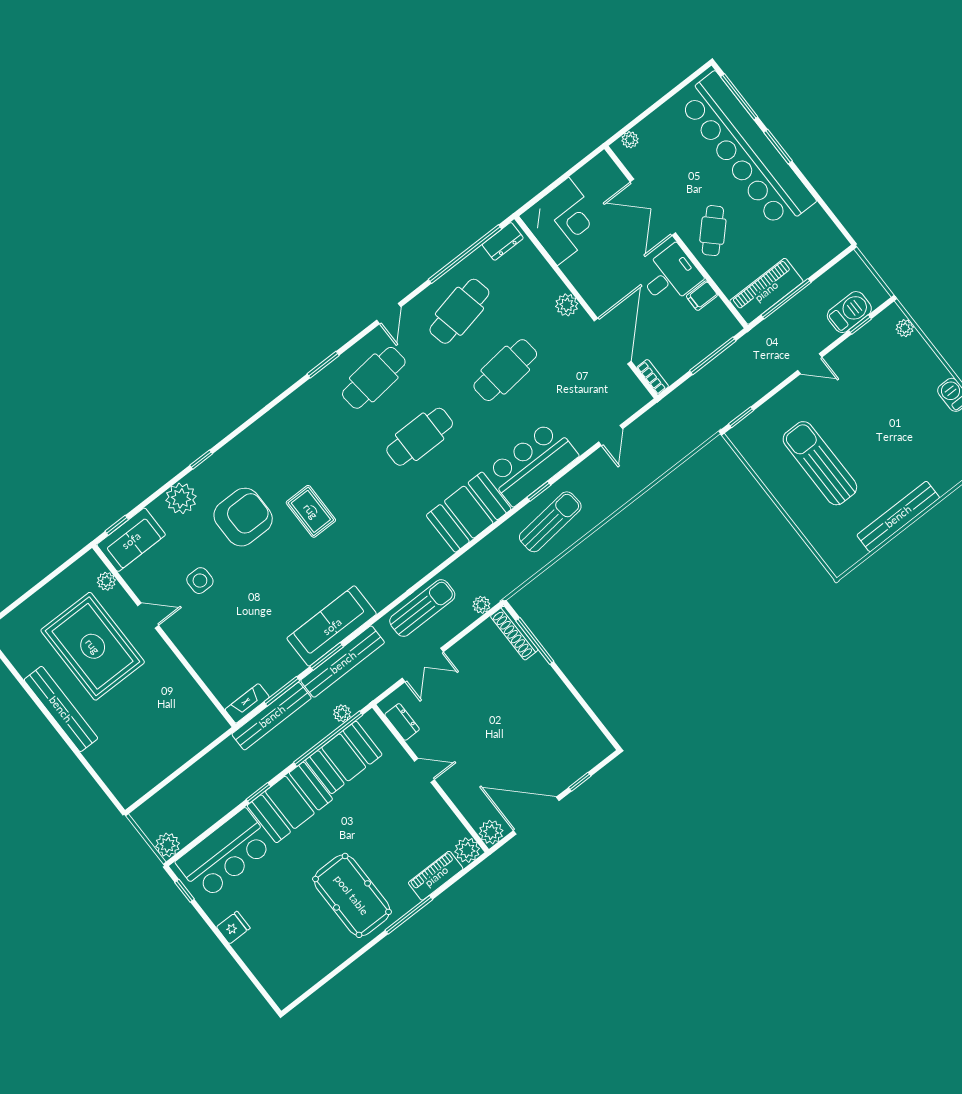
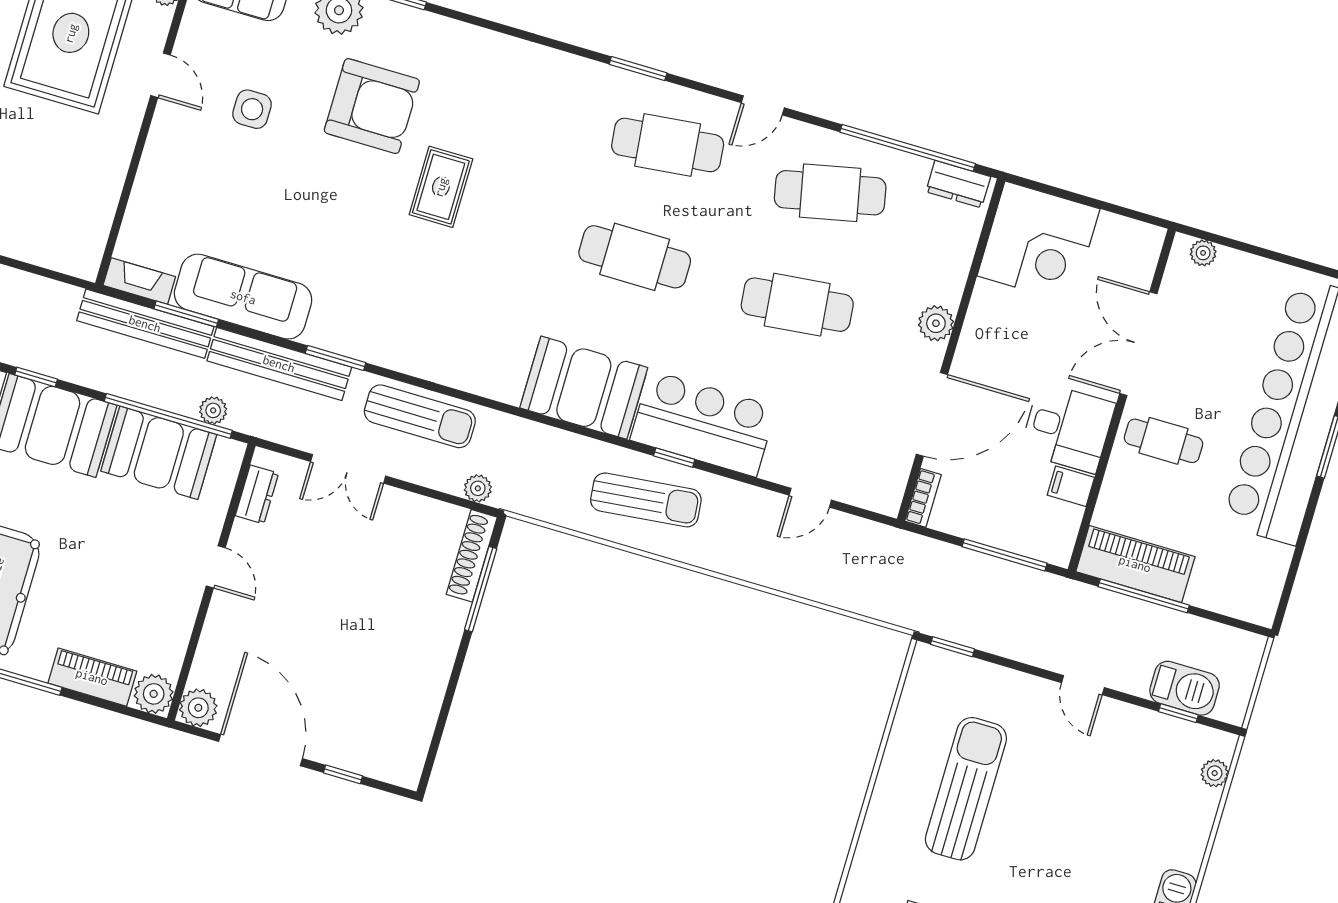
cafe table: (713, 231) -> (1164, 441), turned 46
sofa: (332, 626) -> (243, 297), moved
window: (327, 656) -> (336, 358), moved

